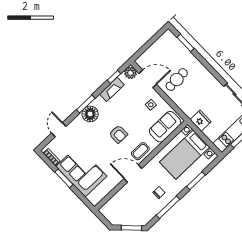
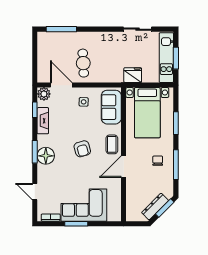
window: (185, 43) -> (61, 29), width x1.44
door: (148, 79) -> (61, 85), hinge flipped
armchair: (118, 134) -> (82, 149), turned 74
dresser: (126, 220) -> (155, 207), added

